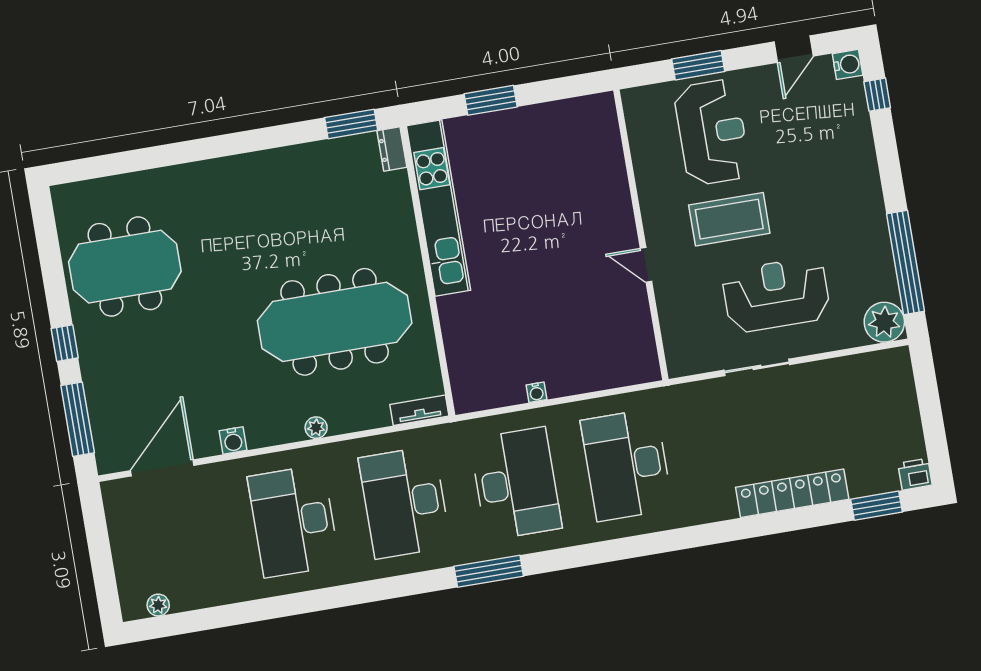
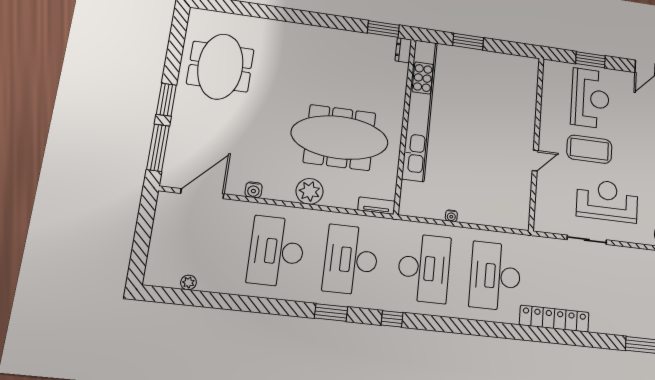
kitchen unit: (438, 208) -> (420, 110), width x1.36
door: (646, 265) -> (535, 161), swing flipped
meeting table: (125, 267) -> (220, 67), turned 90
window: (65, 343) -> (166, 100), width x1.50
plant: (316, 428) -> (310, 191), width x1.88, depth x1.88
locker: (792, 493) -> (554, 319), moved
window: (489, 571) -> (392, 319), width x0.46
window: (398, 587) -> (331, 312), added
plant: (158, 605) -> (188, 282), moved

